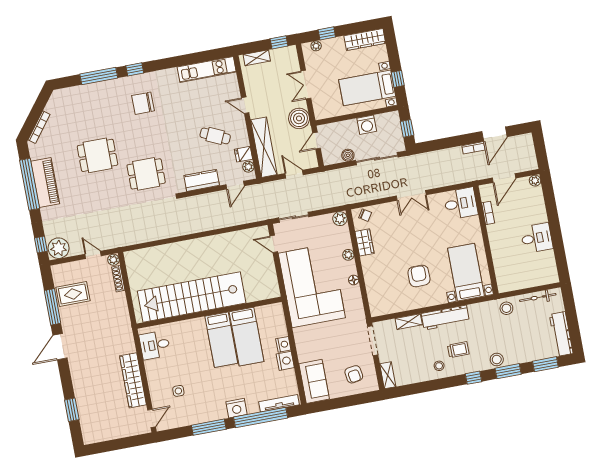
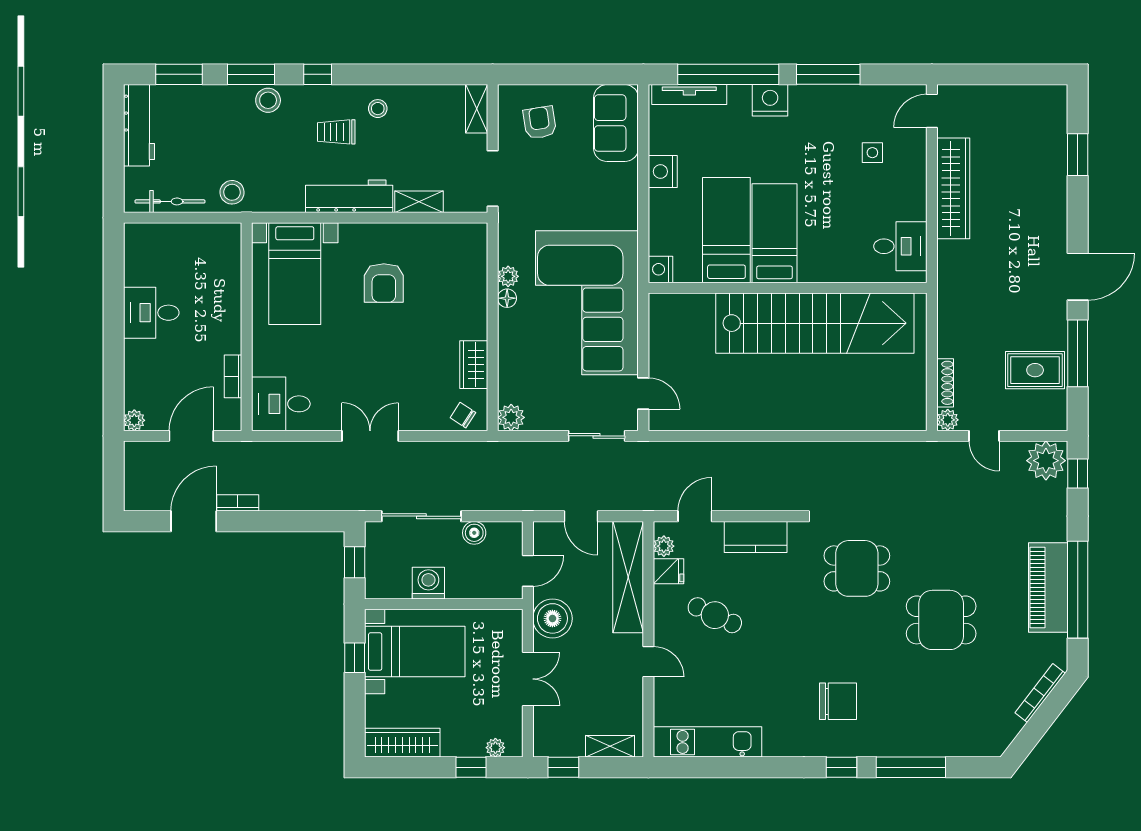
plant: (348, 255) -> (508, 276), moved
nightstand: (283, 344) -> (661, 269), moved

